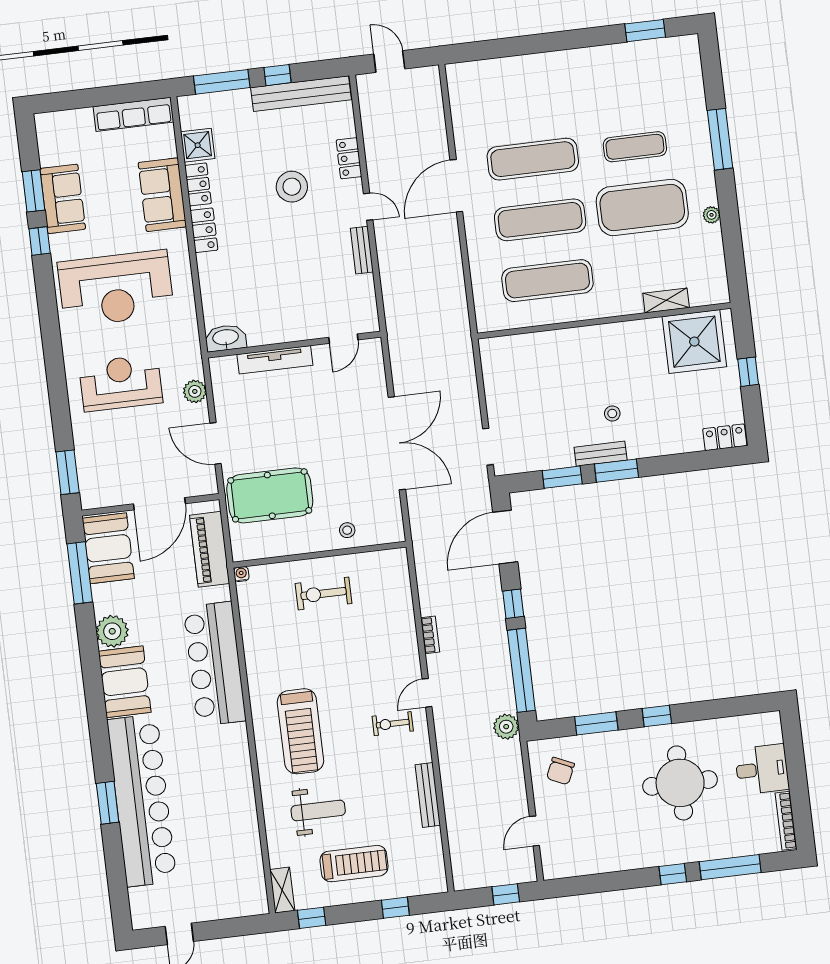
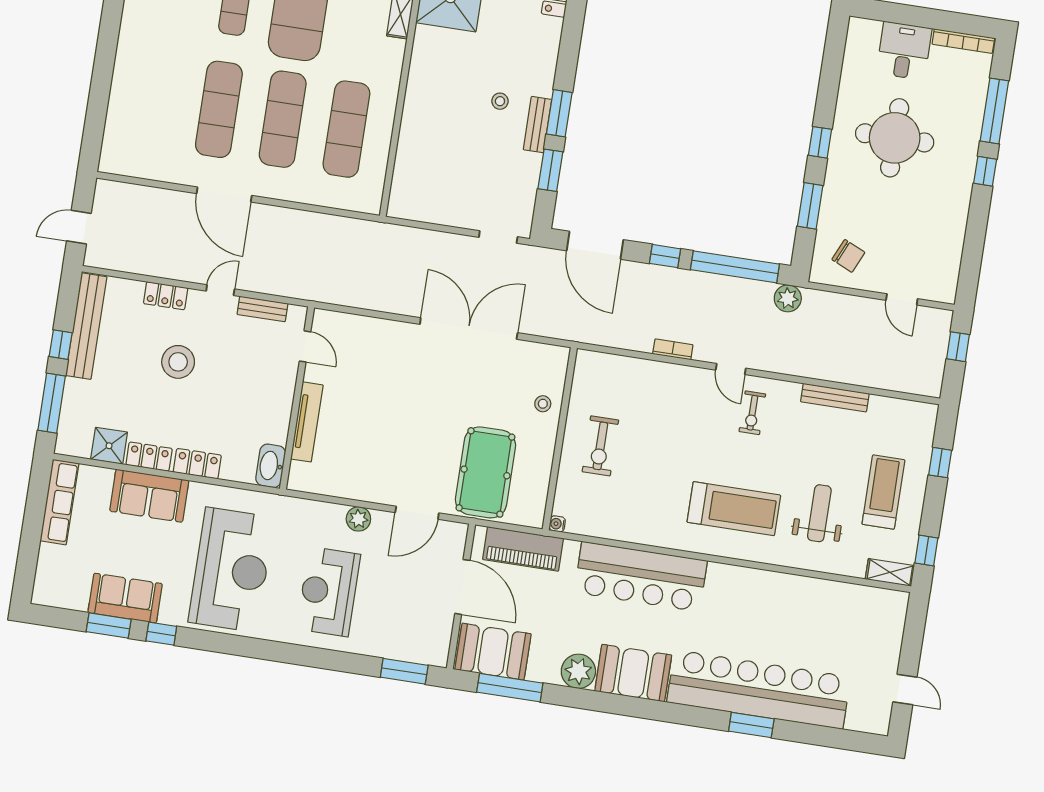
washbasin: (226, 338) -> (271, 466), moved
door: (343, 339) -> (305, 346), moved
wall: (294, 345) -> (297, 398), moved
tv unit: (275, 360) -> (307, 422), moved

